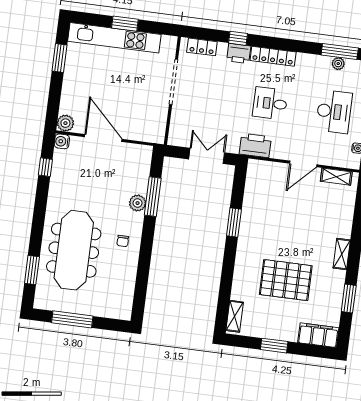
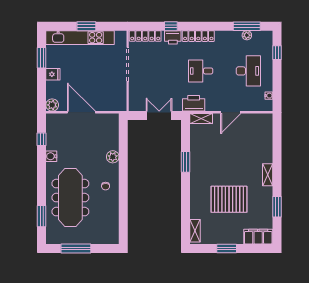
locker: (202, 47) -> (145, 36), width x1.53
fridge: (72, 82) -> (53, 74), added
water cooler: (62, 141) -> (51, 156), moved
shelving: (336, 177) -> (201, 118), moved
window: (153, 197) -> (123, 151), removed

